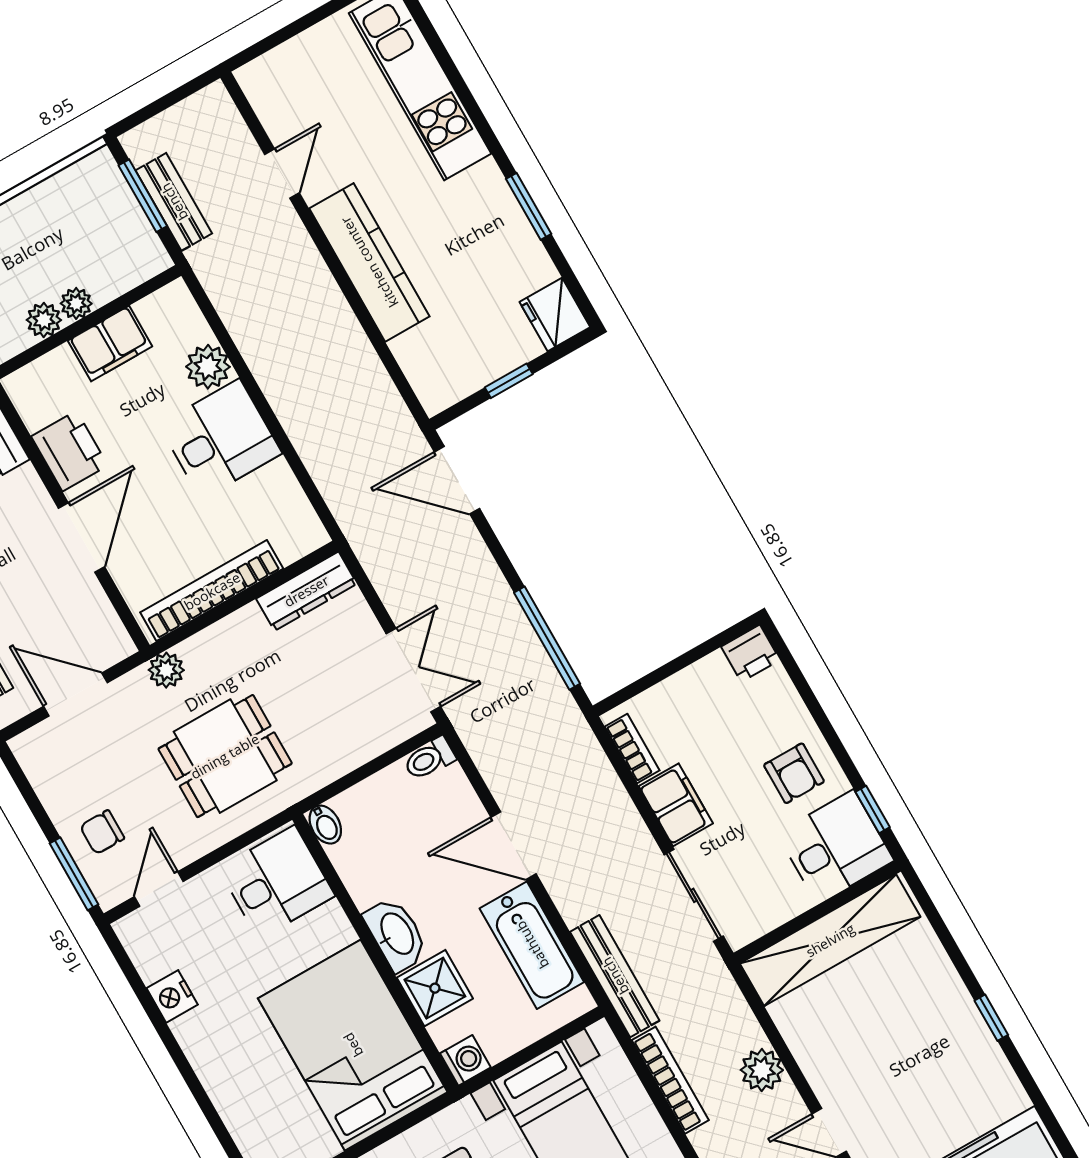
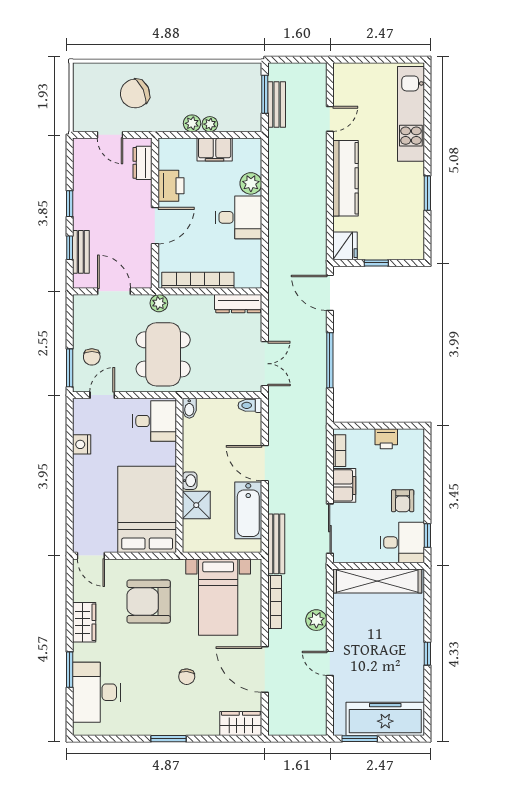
fridge: (555, 315) -> (345, 246), moved, turned 180
window: (547, 638) -> (330, 360), moved
printer: (750, 653) -> (386, 439), moved
dining table: (225, 756) -> (163, 354), width x1.38
chair: (102, 832) -> (92, 357), turned -90
washbasin: (396, 934) -> (190, 481), width x0.52, depth x0.69
washing machine: (465, 1060) -> (192, 543), removed

